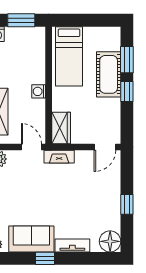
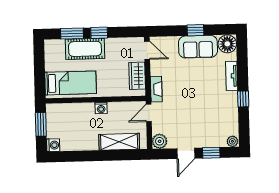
wardrobe: (61, 128) -> (137, 76), moved, turned -90
sofa: (31, 239) -> (198, 47), moved, turned -90

